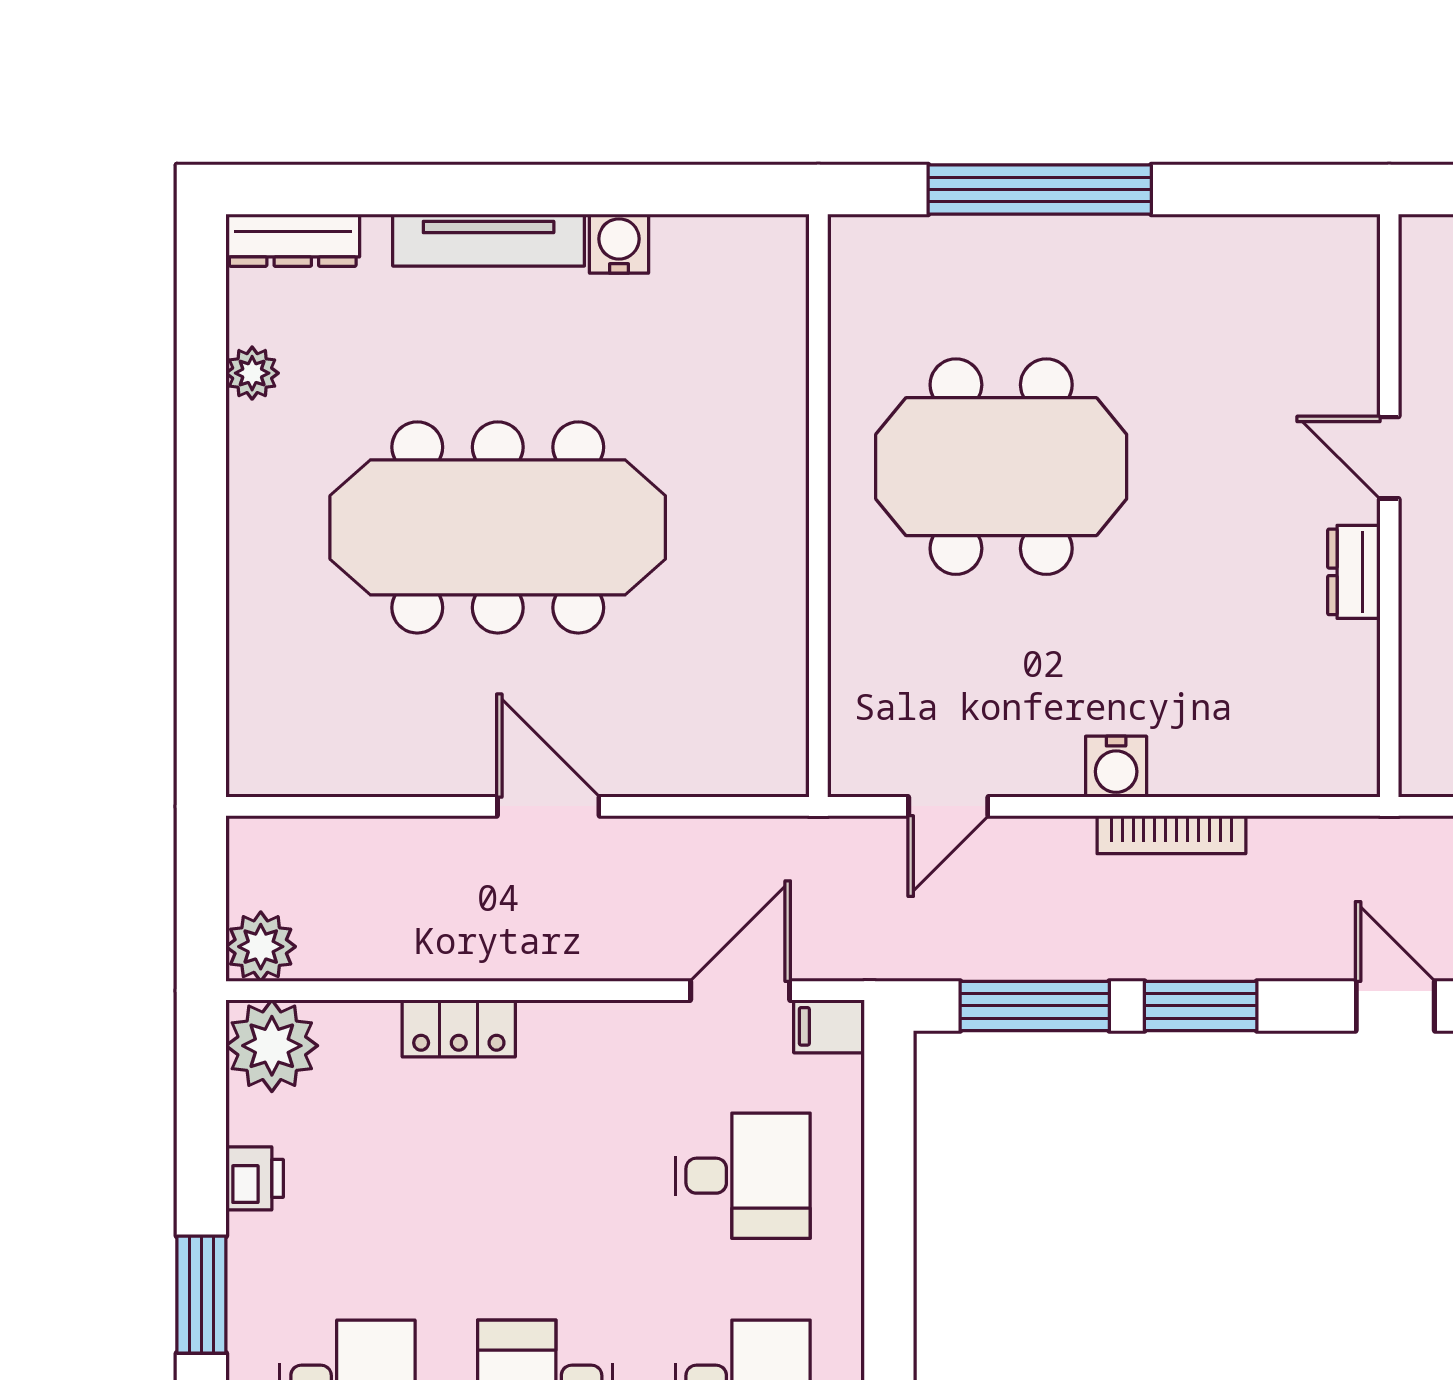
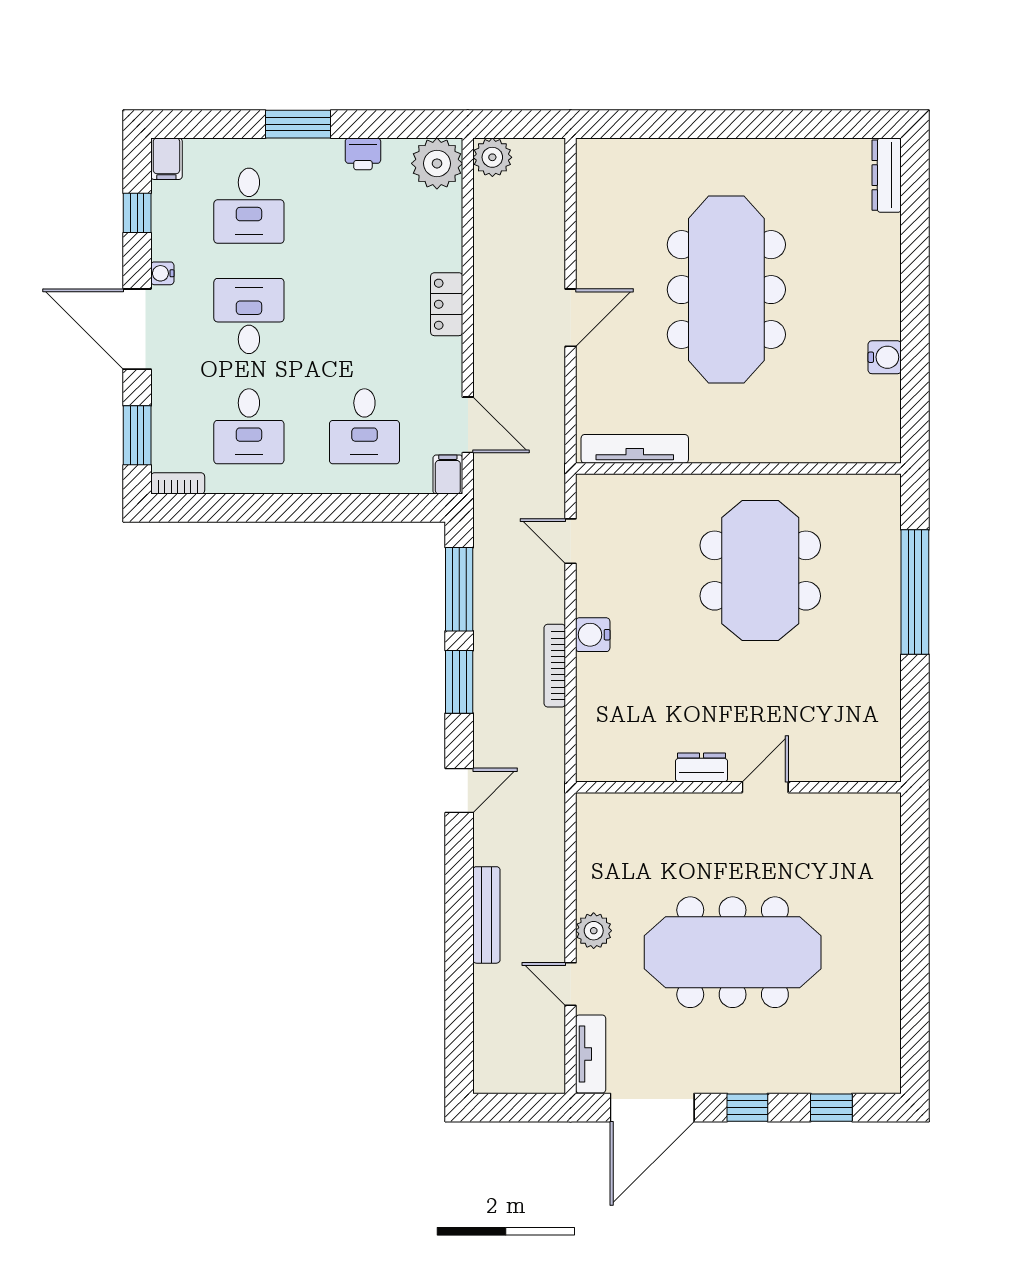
tv unit: (489, 240) -> (635, 449), moved, turned 90
plant: (252, 373) -> (812, 152), removed
locker: (459, 1028) -> (447, 304), moved

